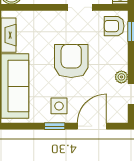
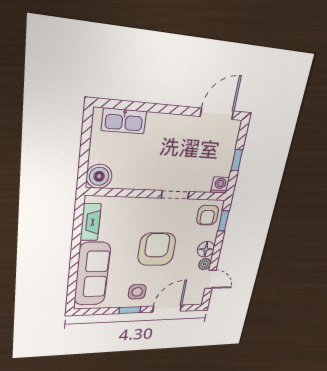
armchair: (114, 26) -> (208, 215), turned -90
floor lamp: (120, 61) -> (206, 249), added

